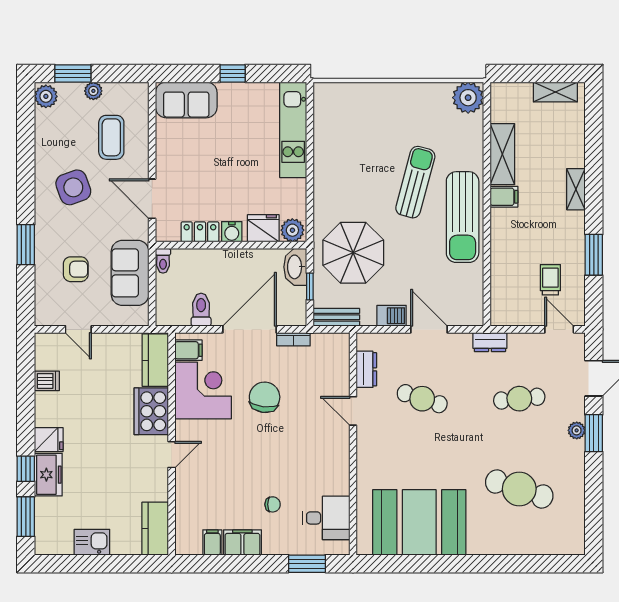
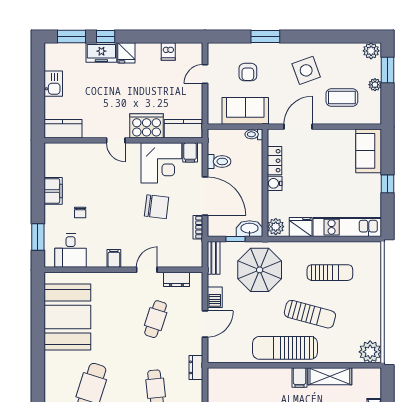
sun lounger: (357, 154) -> (330, 273), added
fridge: (263, 228) -> (301, 227), moved, turned -90
filing cabinet: (212, 542) -> (114, 258), moved, turned -90

